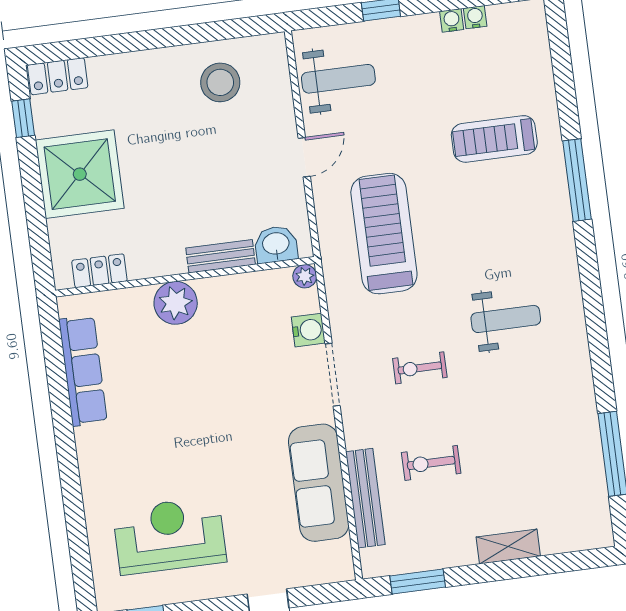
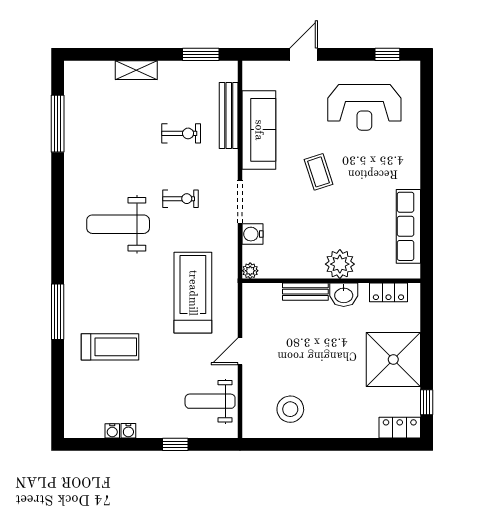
treadmill: (384, 234) -> (193, 293), turned 180
washbasin: (276, 244) -> (344, 295), moved
weight bench: (506, 319) -> (118, 224), width x1.36, depth x1.33
coffee table: (224, 433) -> (319, 172), added

